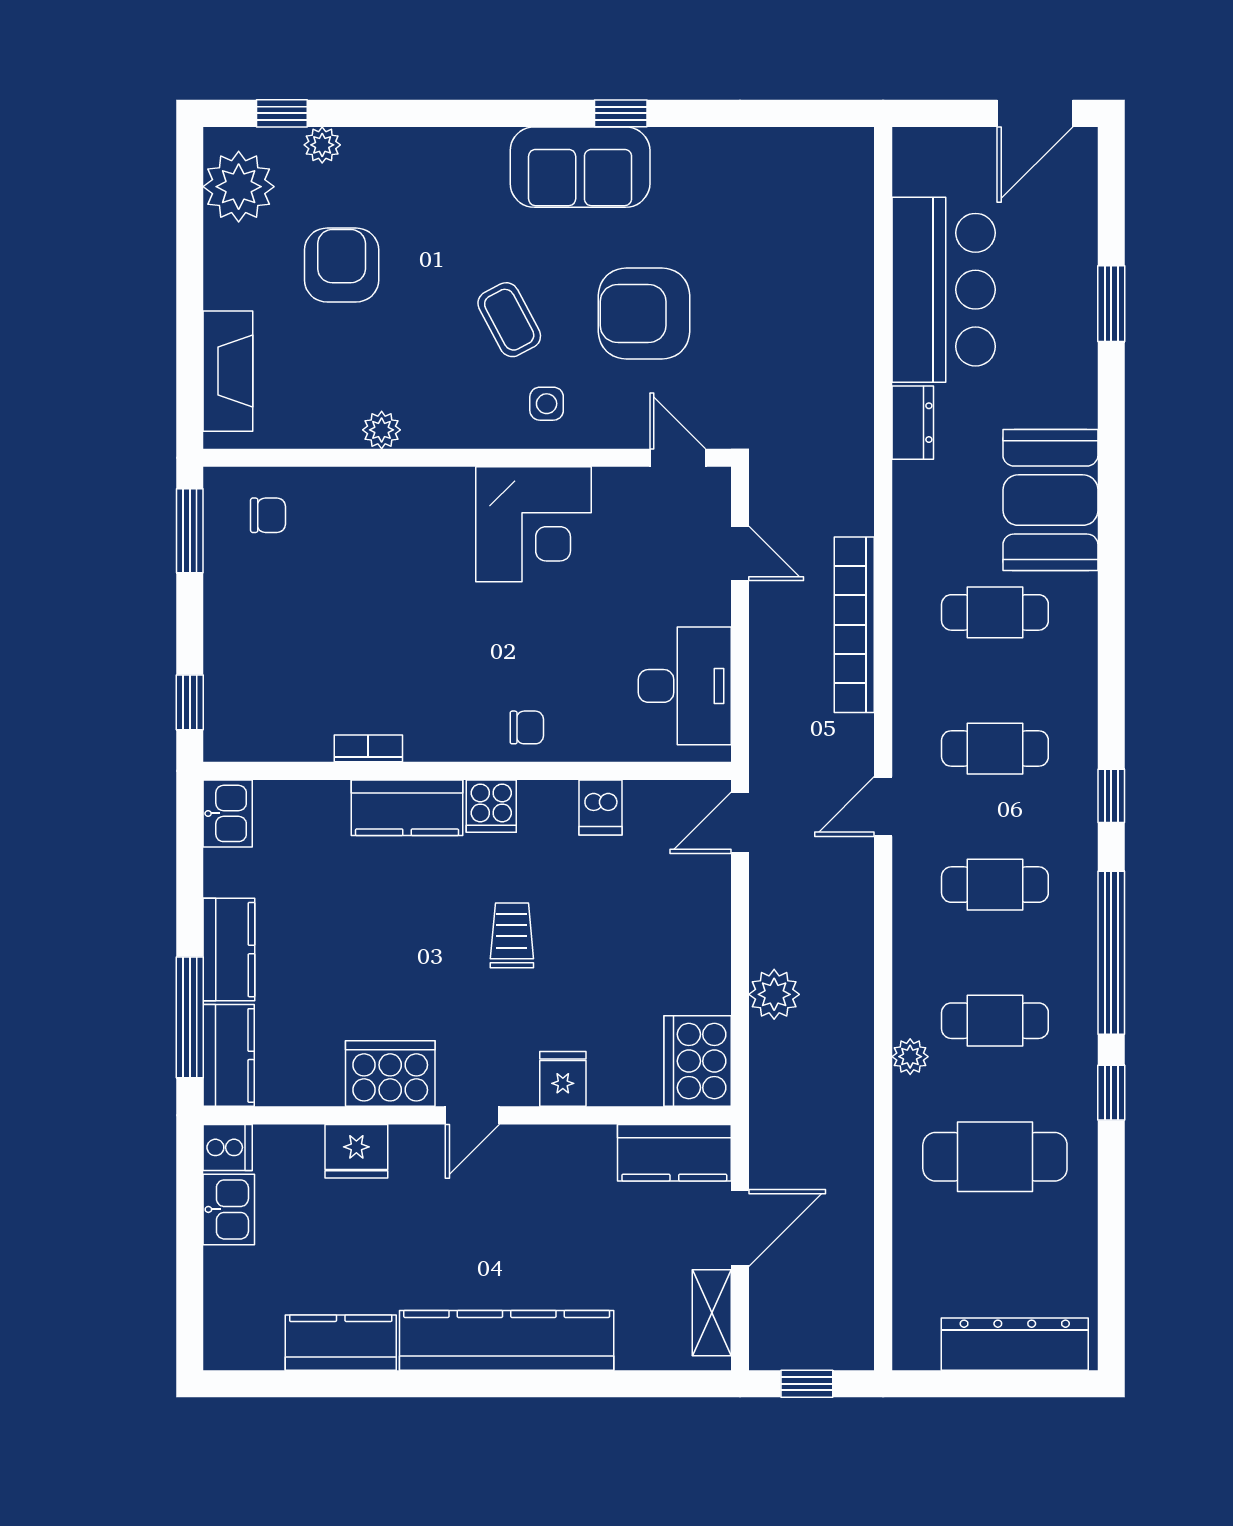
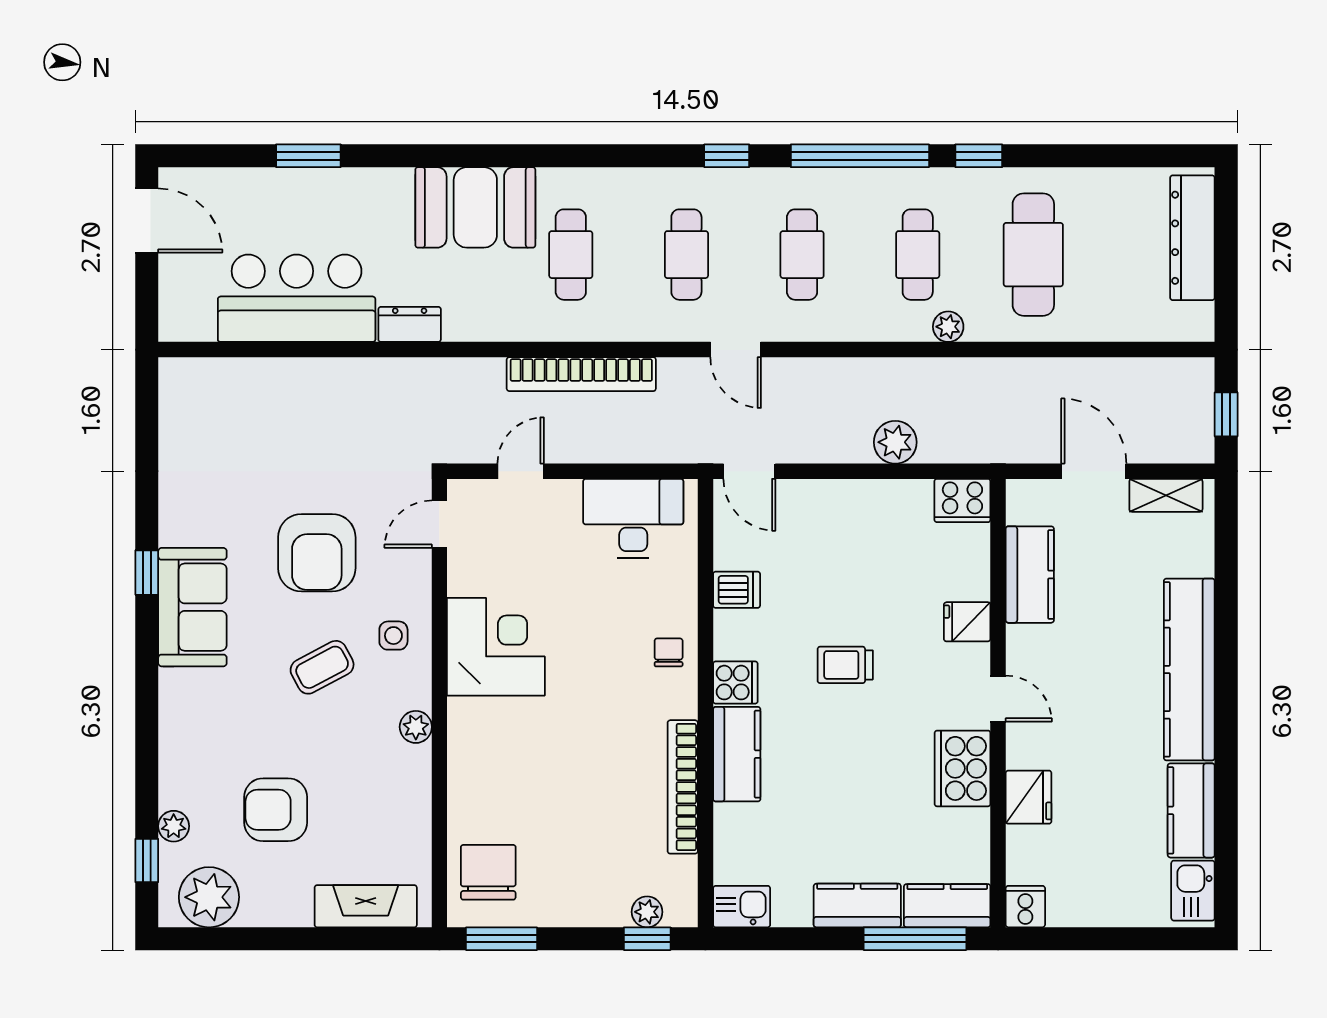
plant: (382, 430) -> (416, 727), moved
chair: (268, 515) -> (488, 872), width x1.87, depth x1.87
plant: (221, 702) -> (647, 912), added
bookcase: (368, 748) -> (683, 787), width x2.31, depth x1.31
cooker: (698, 1061) -> (962, 501), width x0.73, depth x0.76
kitchen counter: (674, 1153) -> (1030, 575), moved
kitchen sink: (229, 1209) -> (1193, 891), moved, turned -90

